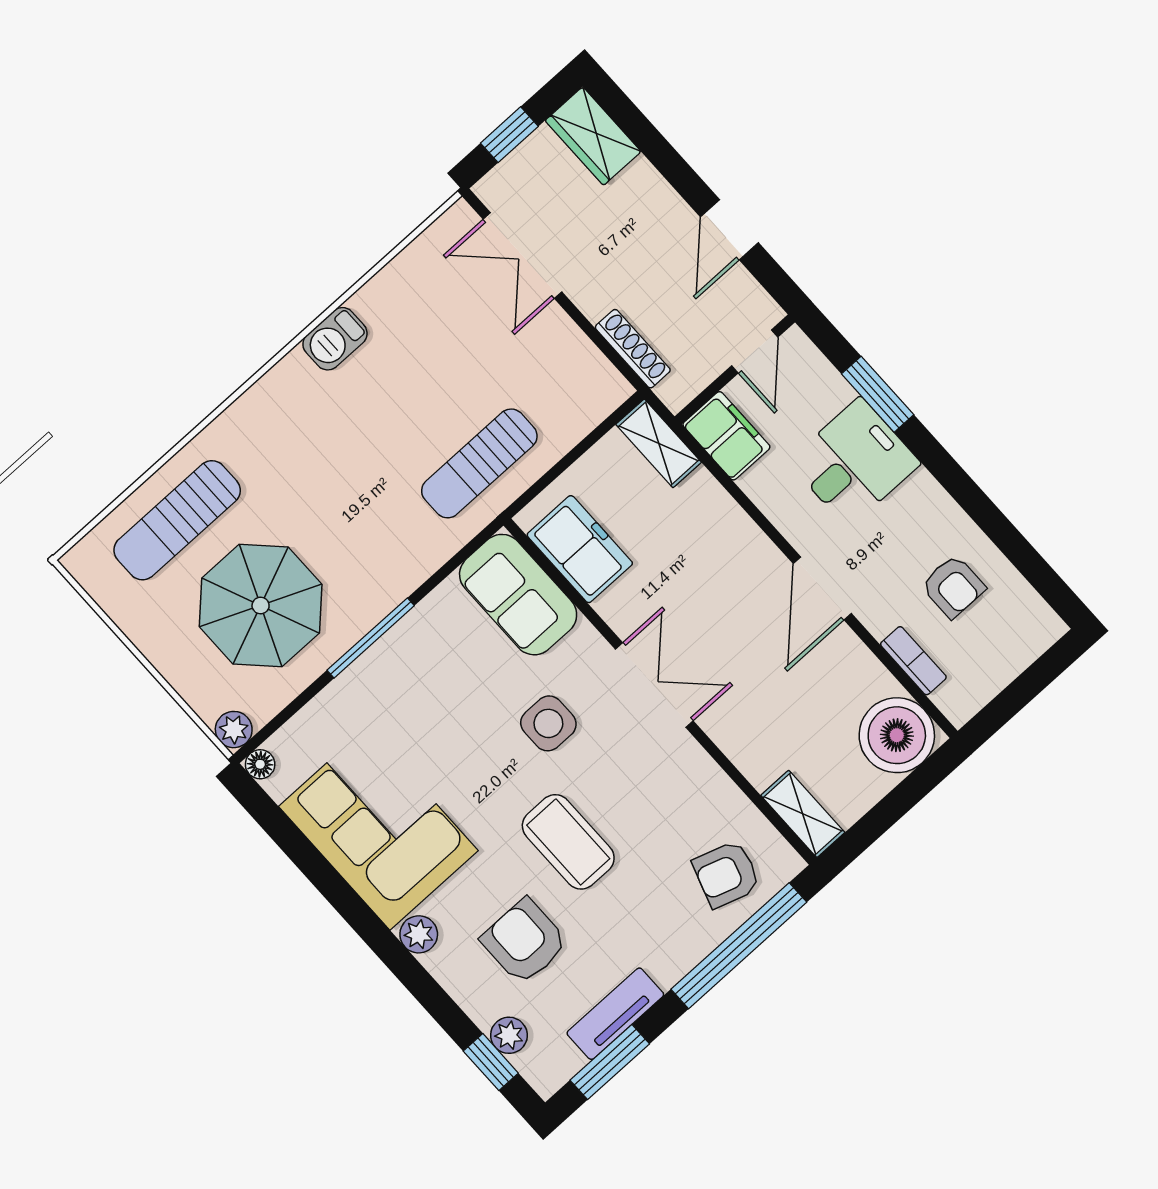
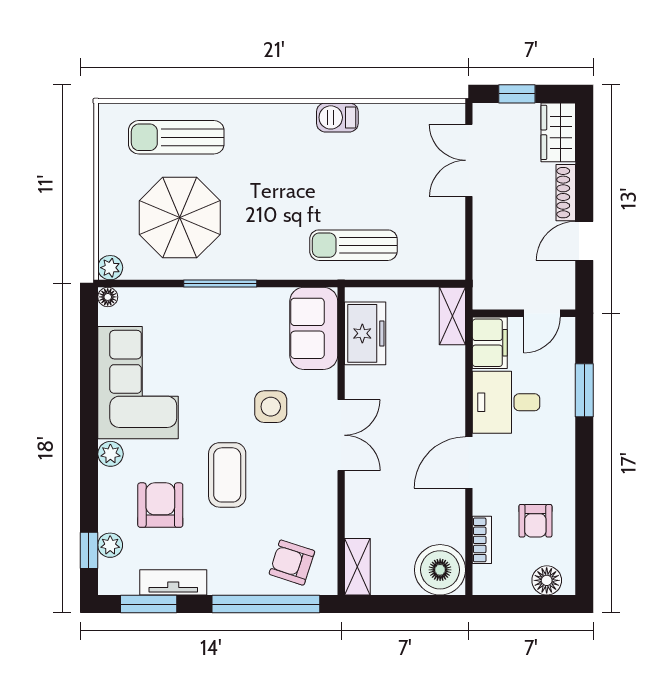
shoe rack: (633, 349) -> (566, 193), moved, turned 180
desk: (854, 463) -> (506, 402), moved, turned 180
floor lamp: (1025, 641) -> (547, 580), added

